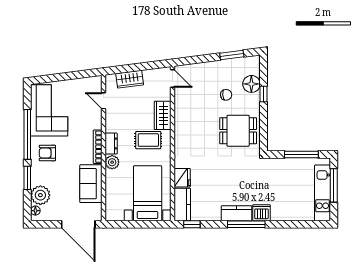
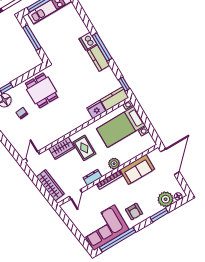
wardrobe: (130, 79) -> (50, 185), width x1.50
window: (27, 134) -> (118, 240), moved
dresser: (111, 144) -> (92, 177), moved

